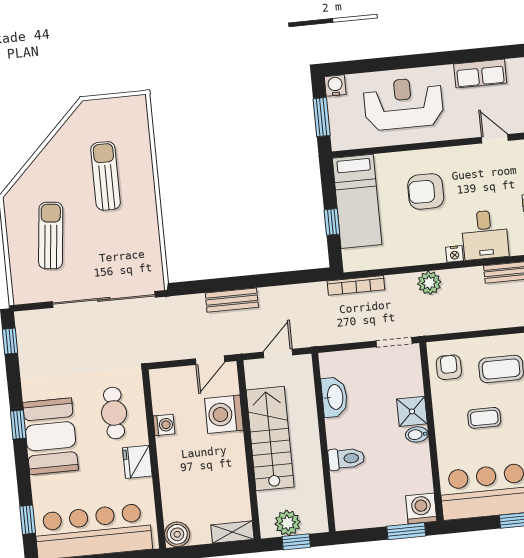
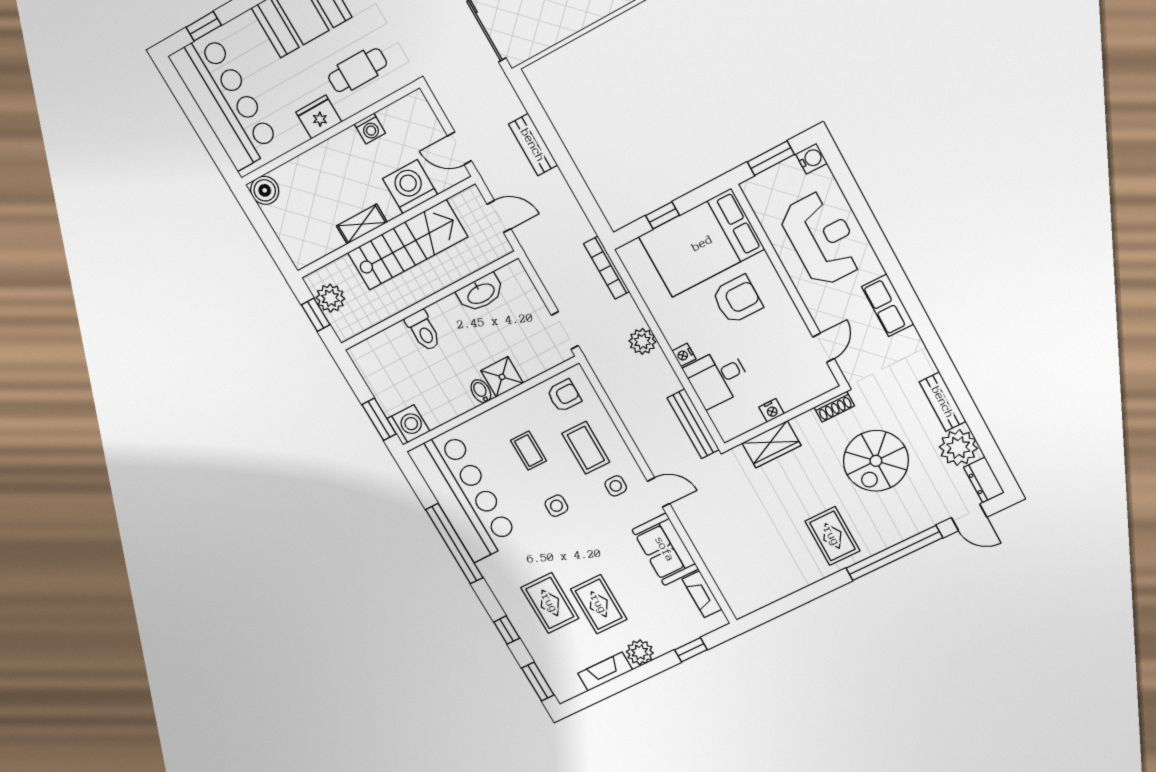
armchair: (426, 191) -> (737, 299), turned 90
bed: (357, 201) -> (702, 243), width x1.50
shelving: (232, 532) -> (362, 224), moved, turned 90

